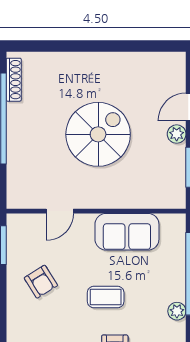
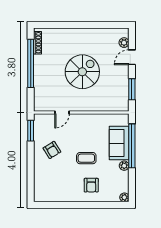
plant: (177, 134) -> (124, 43), moved
sofa: (127, 232) -> (119, 143), moved, turned 90

